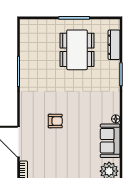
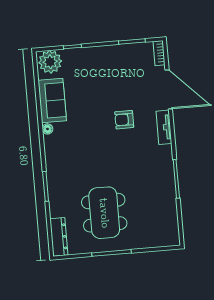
dresser: (114, 45) -> (59, 237), moved
tv unit: (25, 112) -> (164, 127), added

